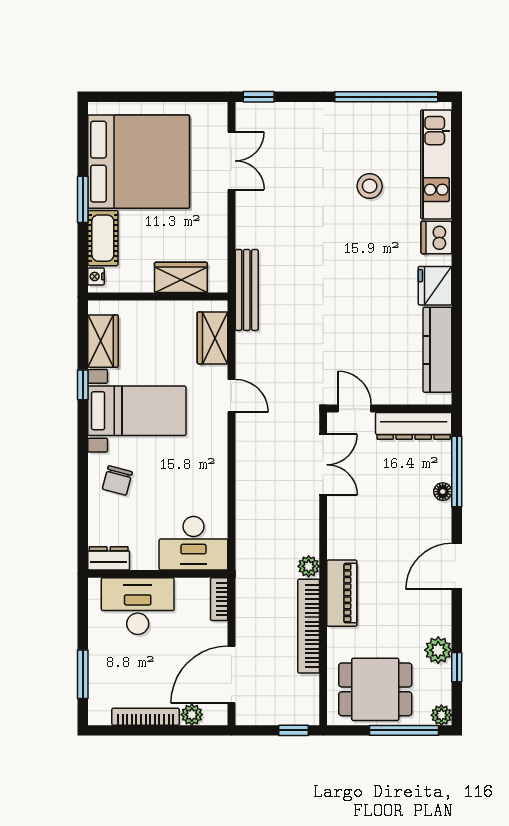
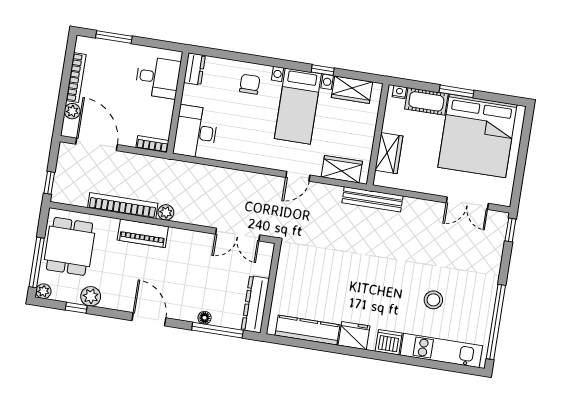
door: (355, 409) -> (275, 264), removed
chair: (117, 481) -> (250, 84), turned 75
desk: (138, 606) -> (158, 77), width x0.73

